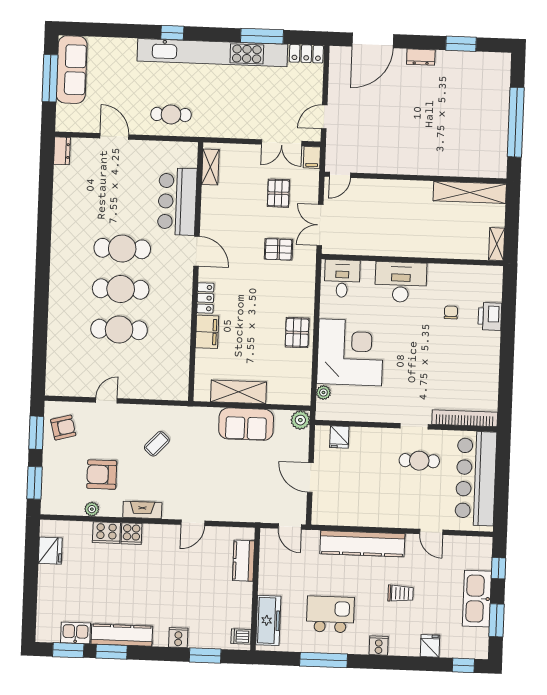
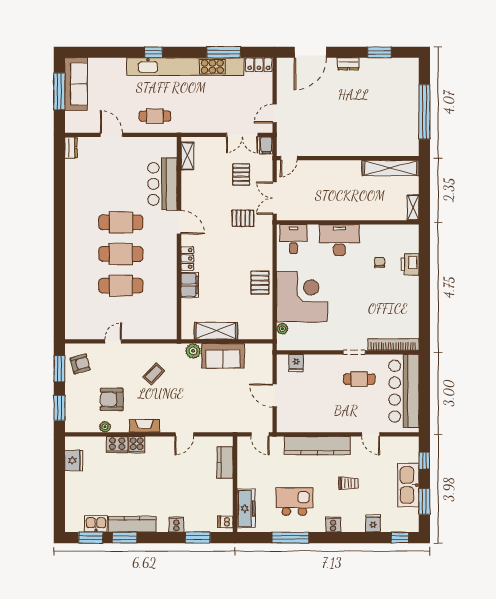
plant: (300, 420) -> (193, 351), moved

